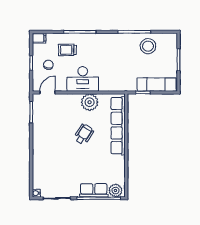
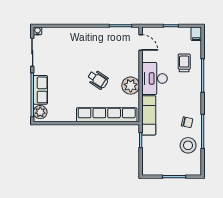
chair: (48, 65) -> (187, 122), moved
exam couch: (157, 85) -> (149, 115), moved

